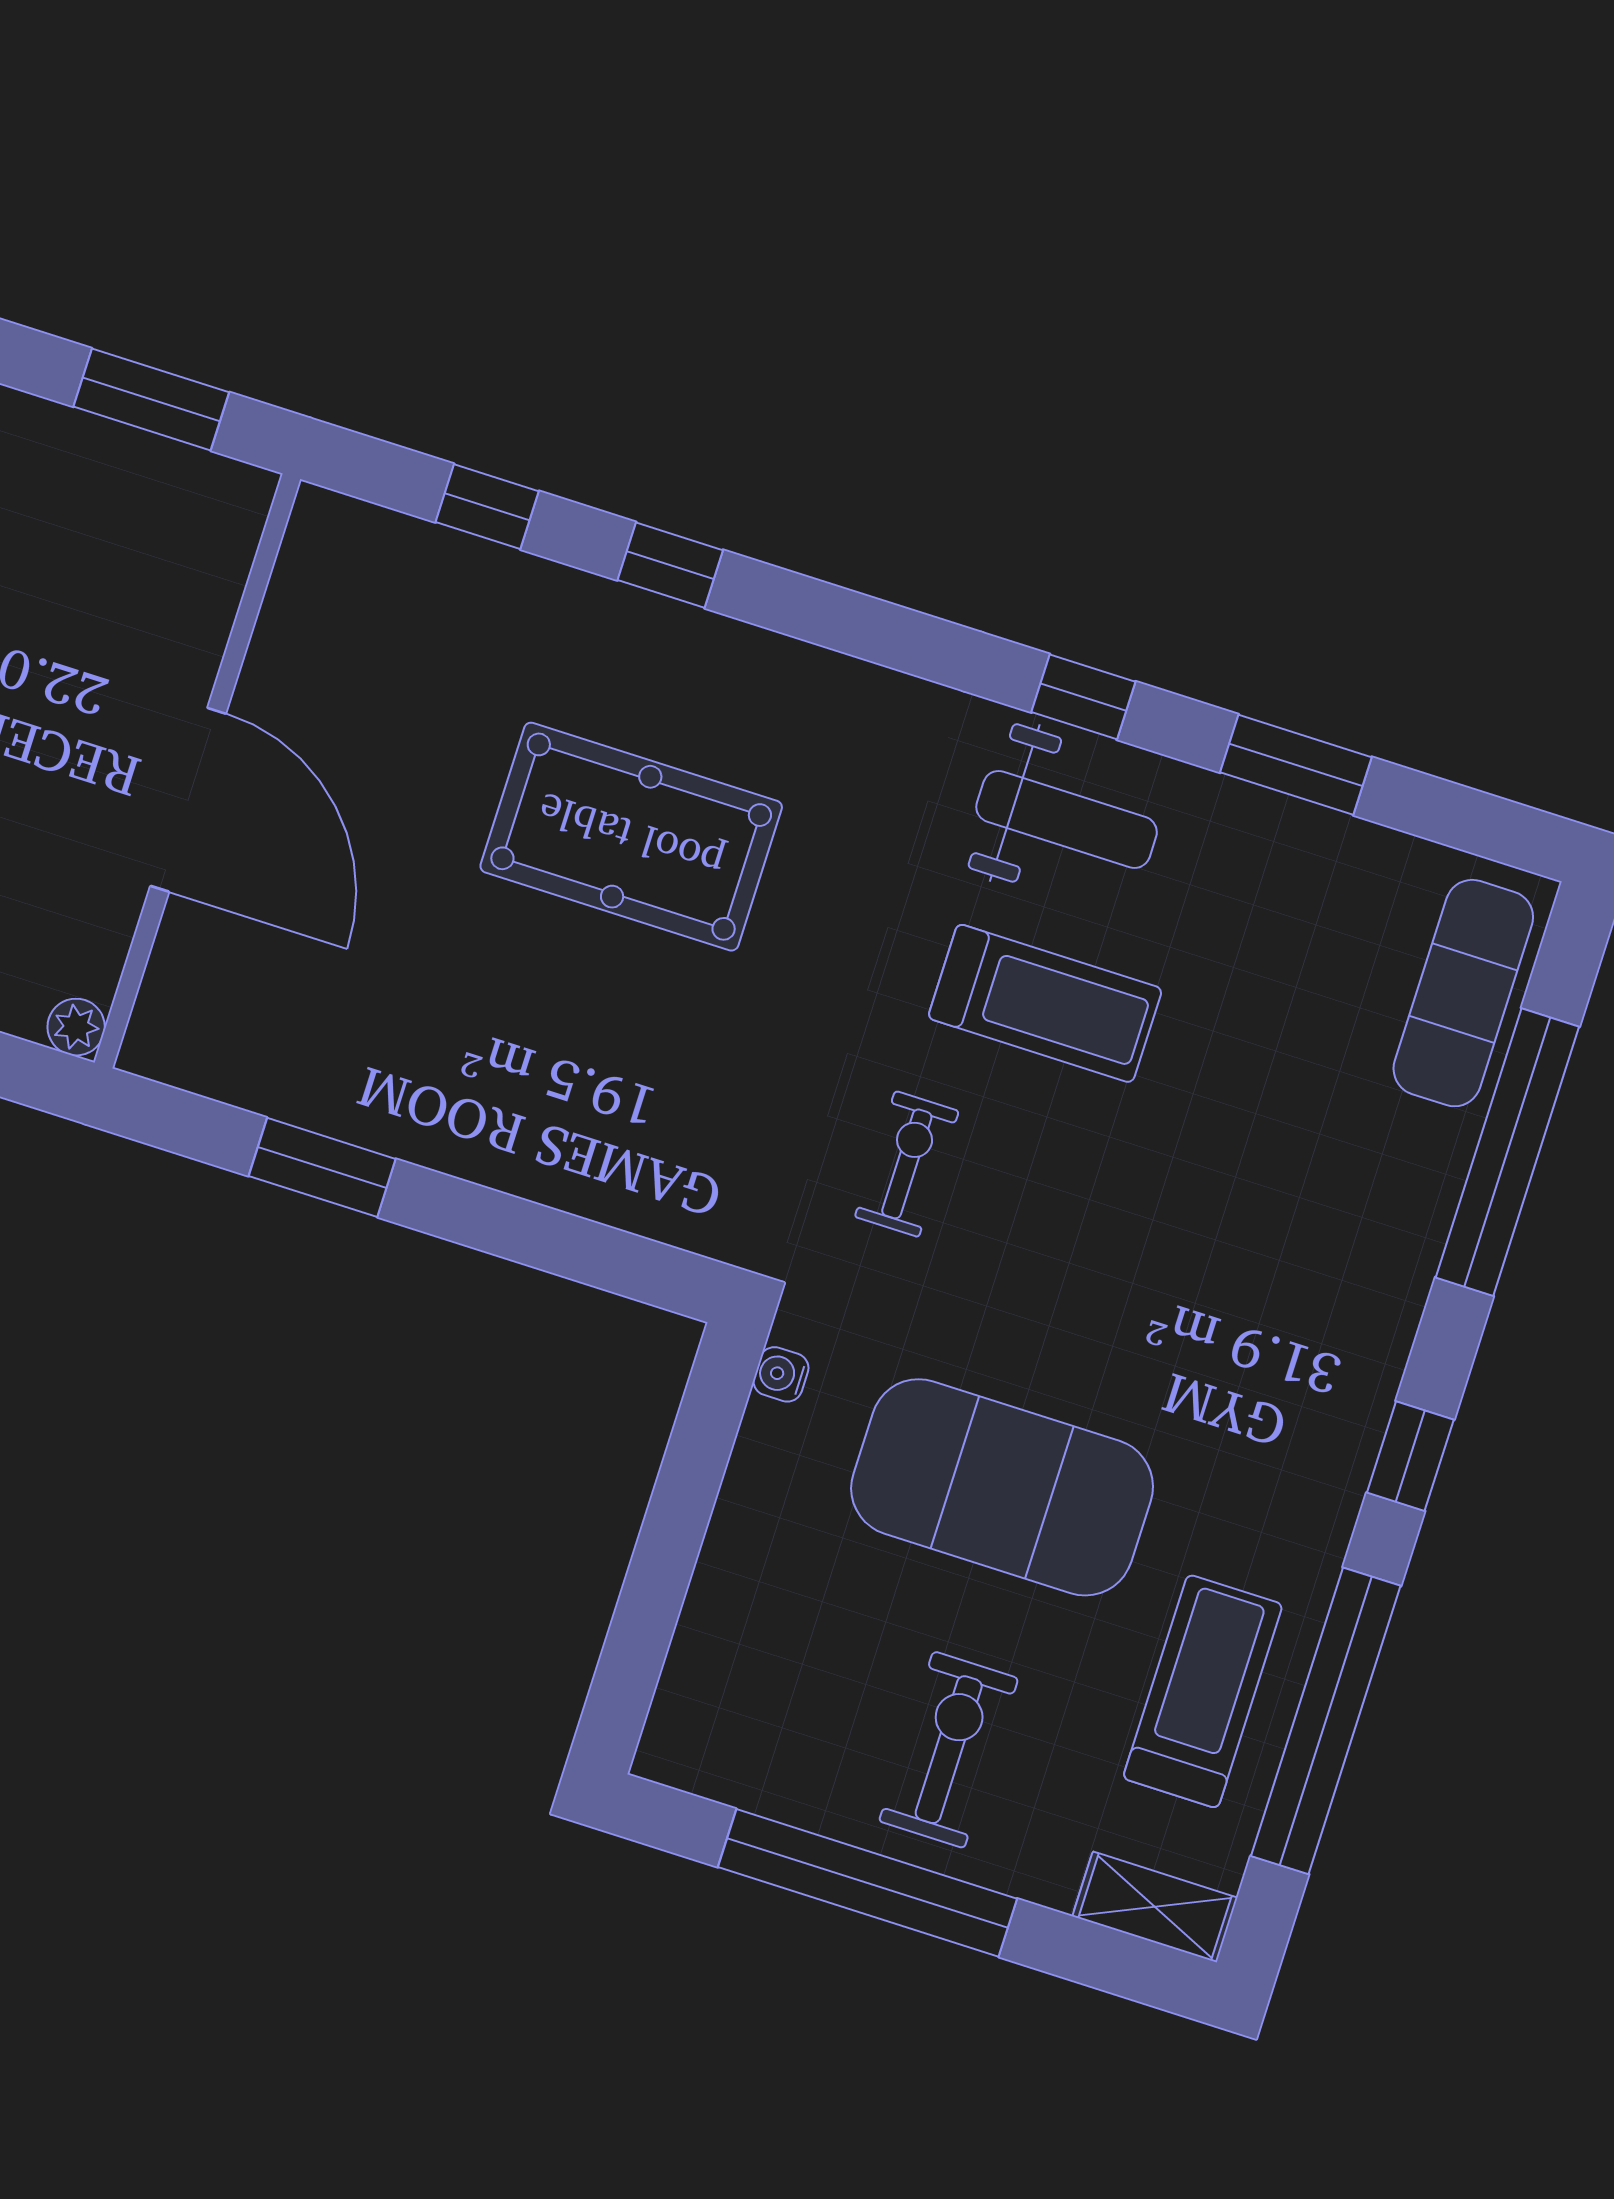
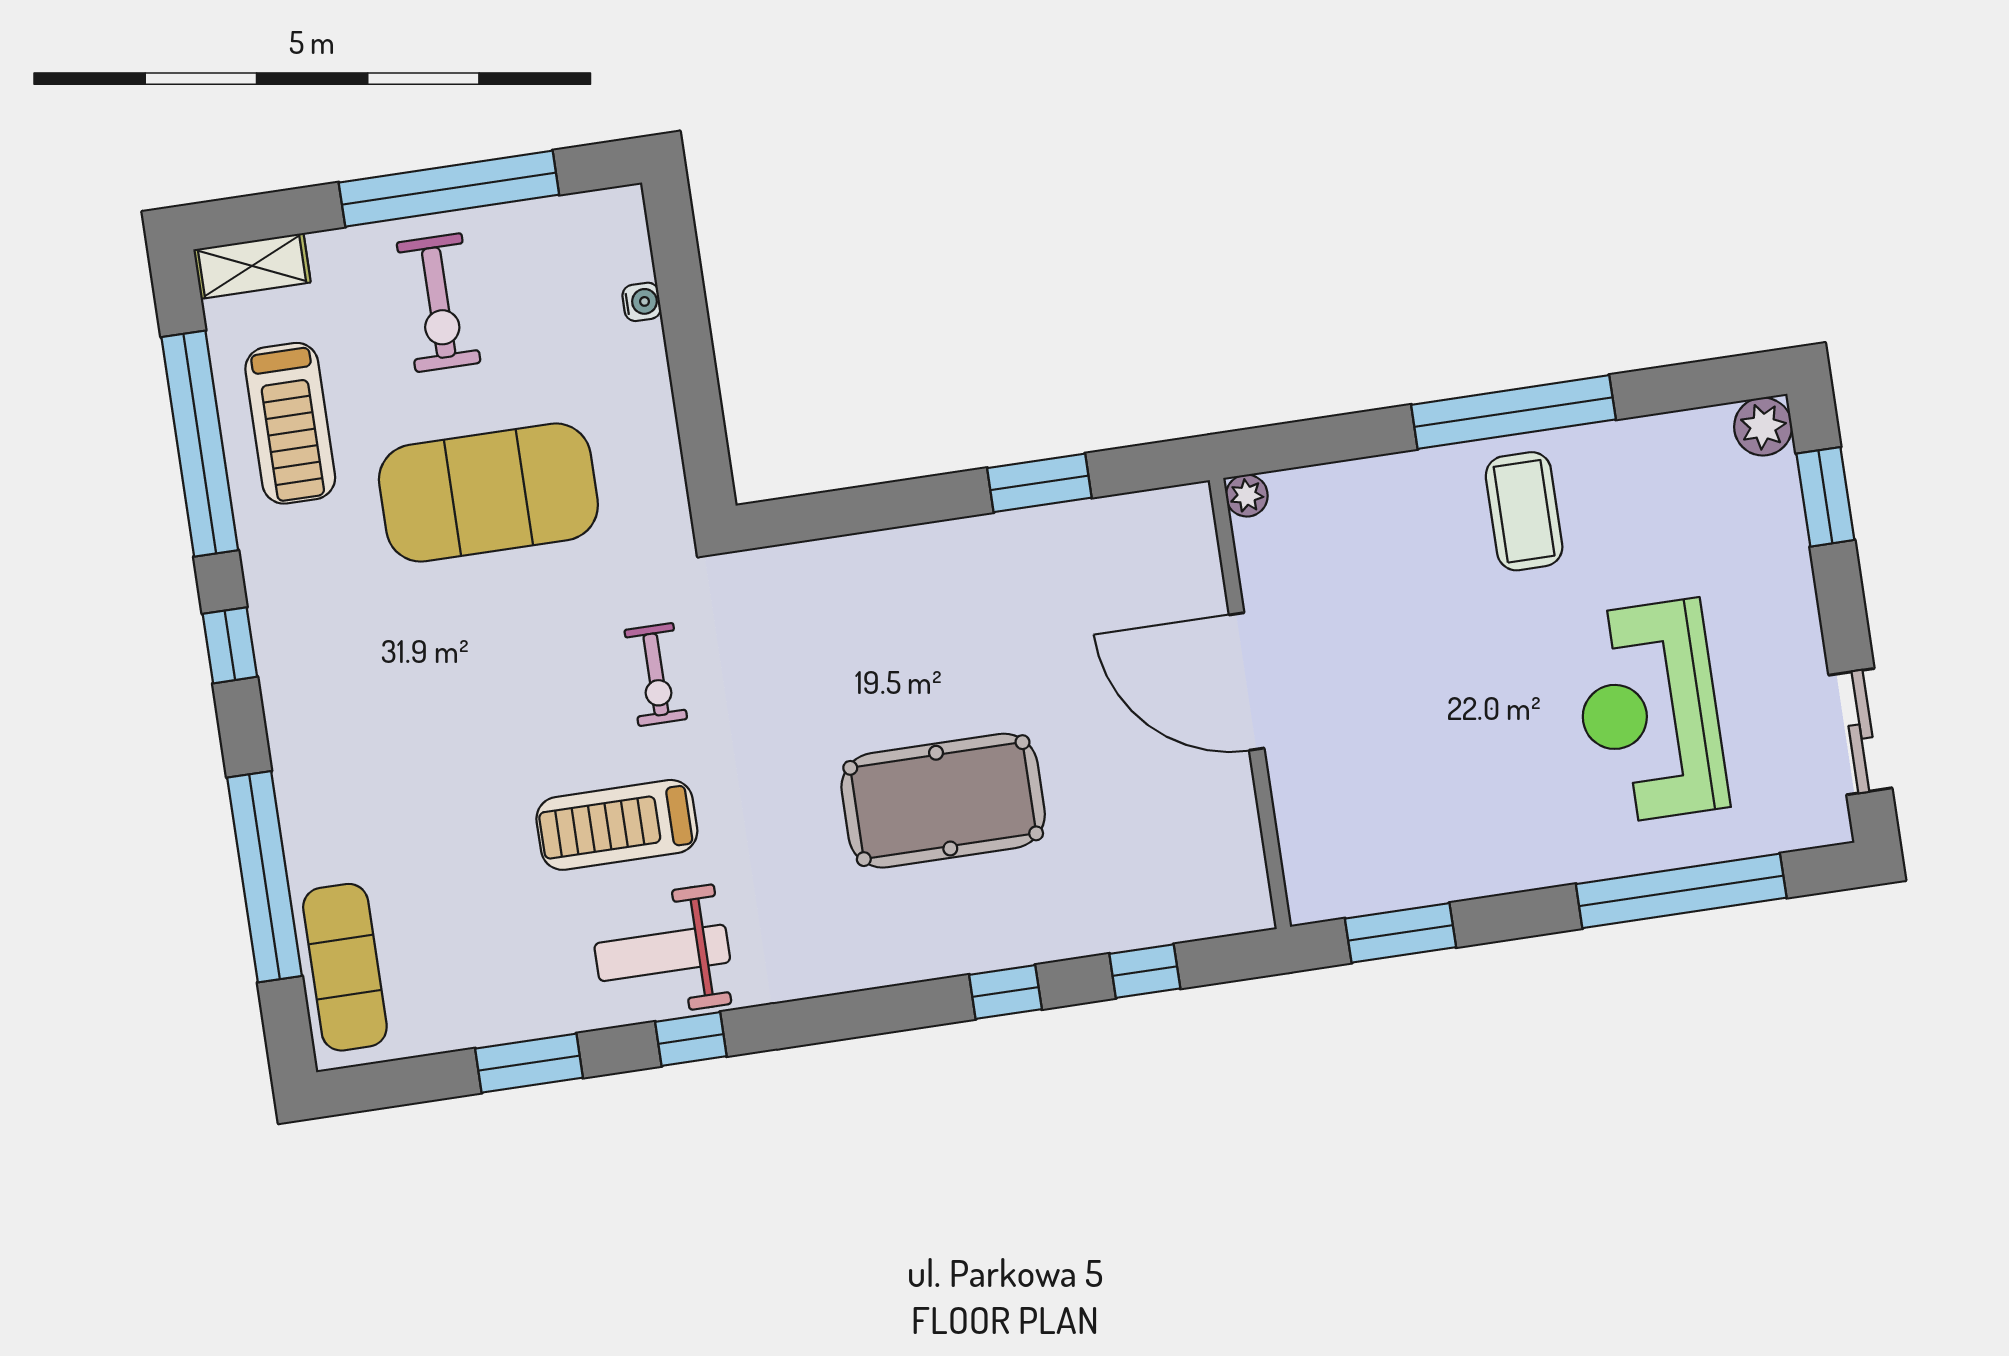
water cooler: (781, 1374) -> (642, 302), moved

